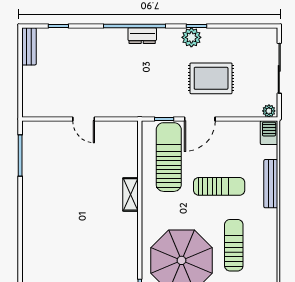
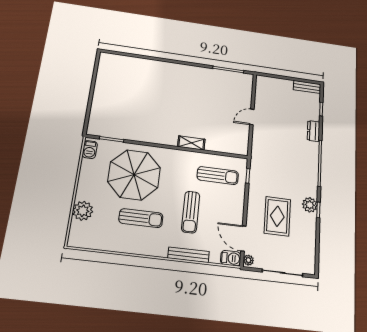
dresser: (142, 36) -> (313, 131), moved
door: (200, 119) -> (243, 238), moved
sun lounger: (169, 157) -> (218, 176), width x0.73, depth x0.75

